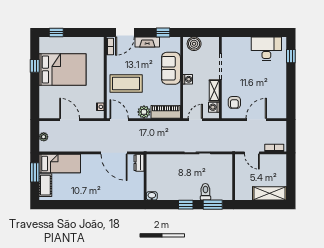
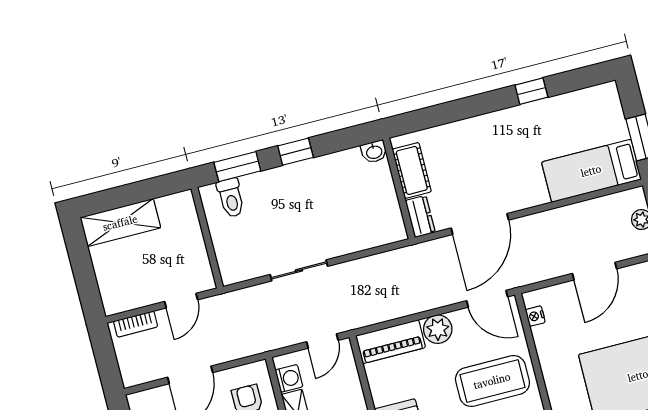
door: (70, 120) -> (595, 271), hinge flipped
door: (114, 153) -> (480, 224), swing flipped
door: (252, 153) -> (181, 301), swing flipped
cot: (45, 185) -> (412, 170), moved
toilet: (205, 192) -> (231, 198), moved
window: (77, 205) -> (531, 91), added

